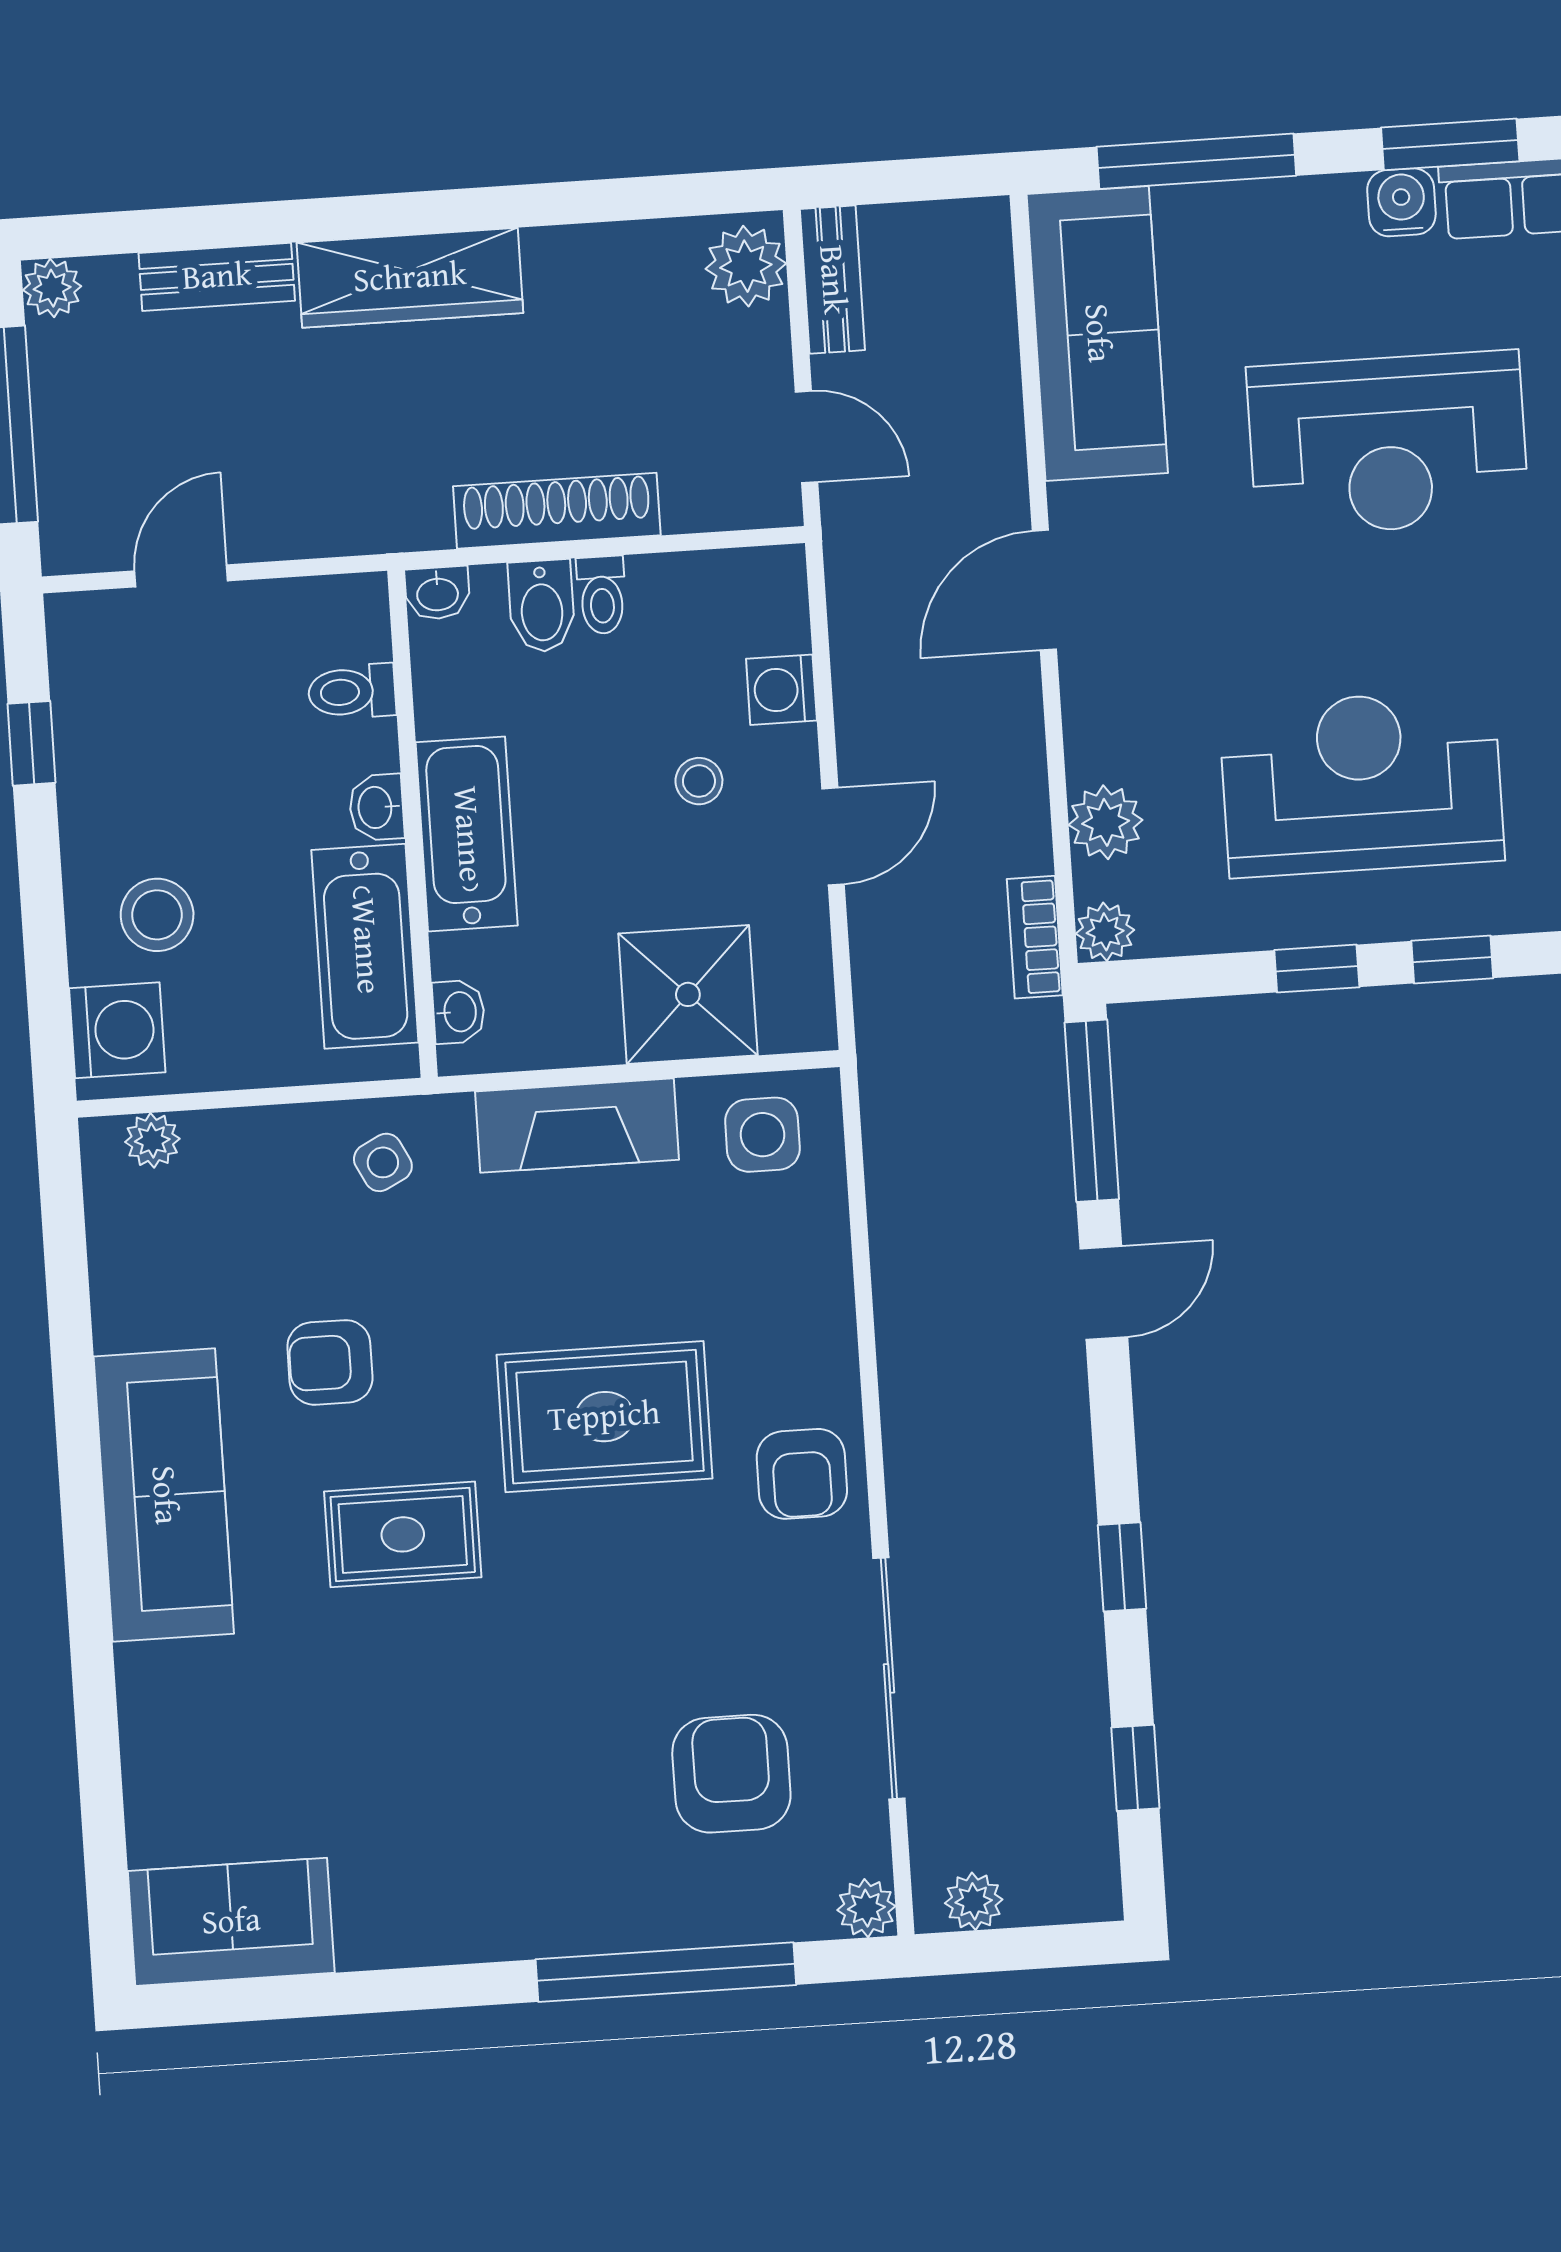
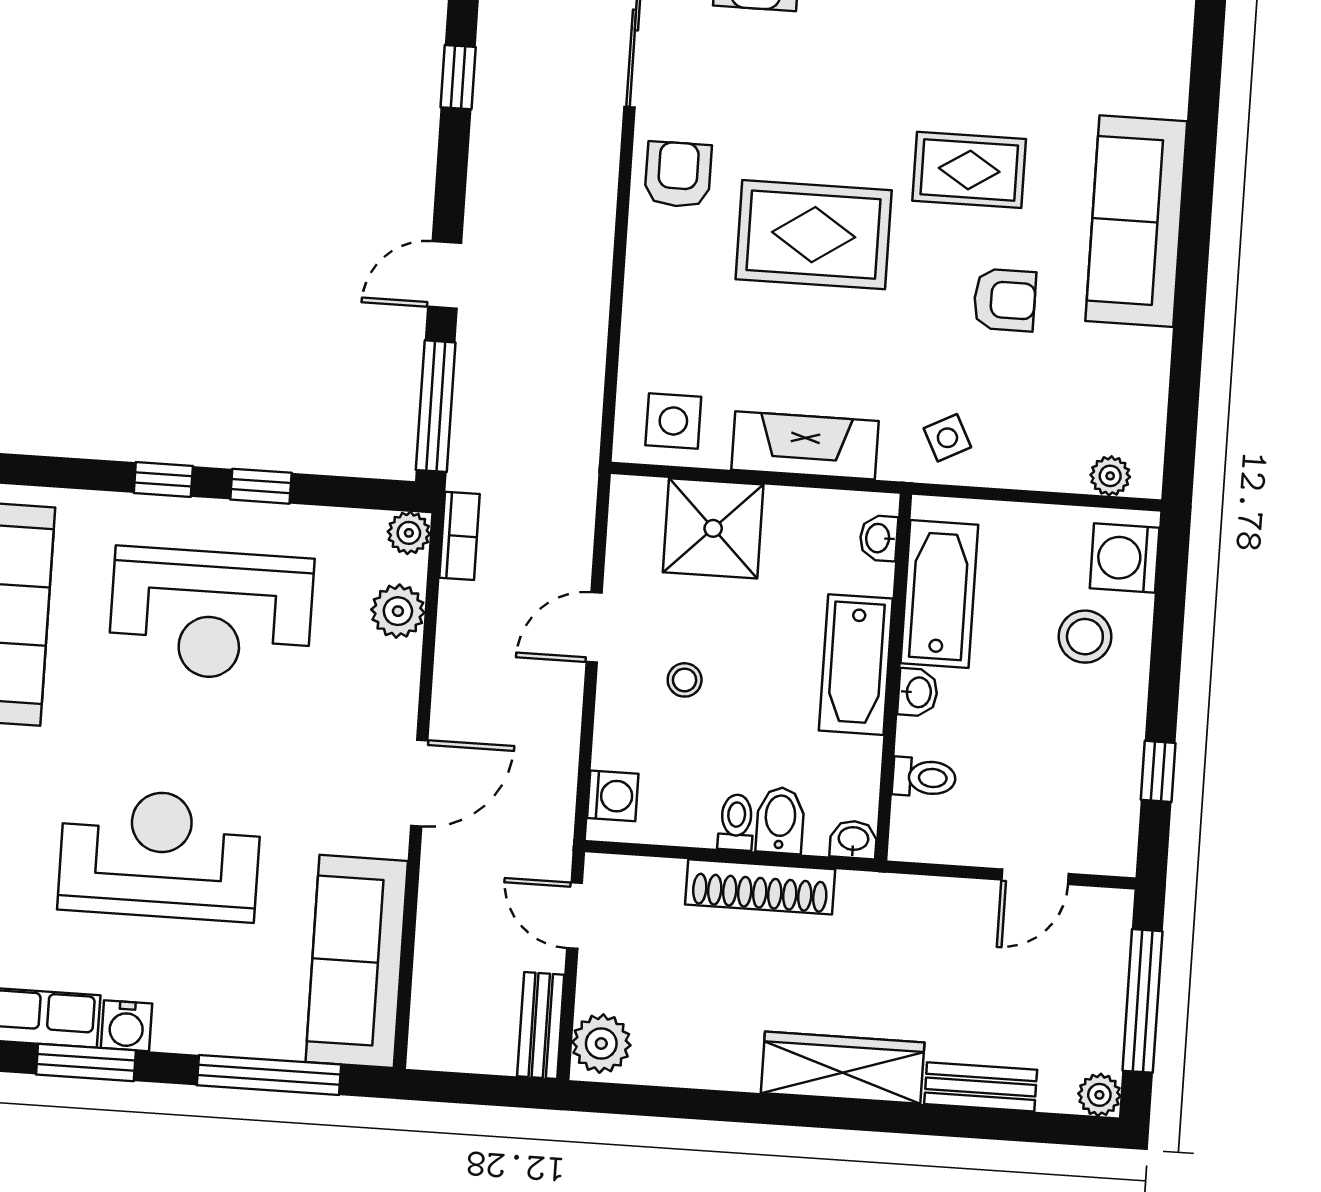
washing machine: (781, 690) -> (613, 796), moved

